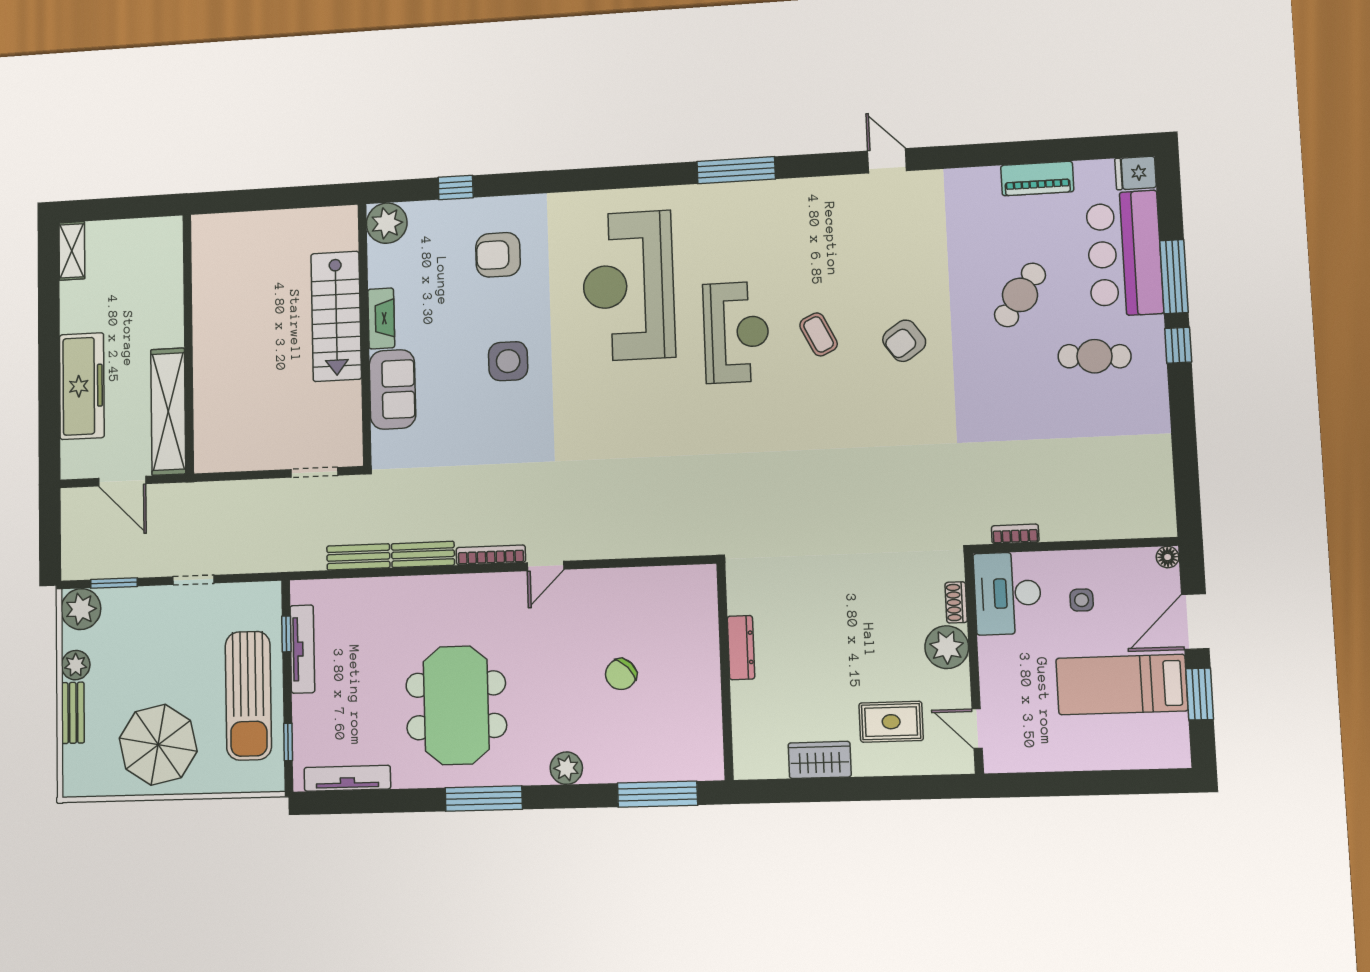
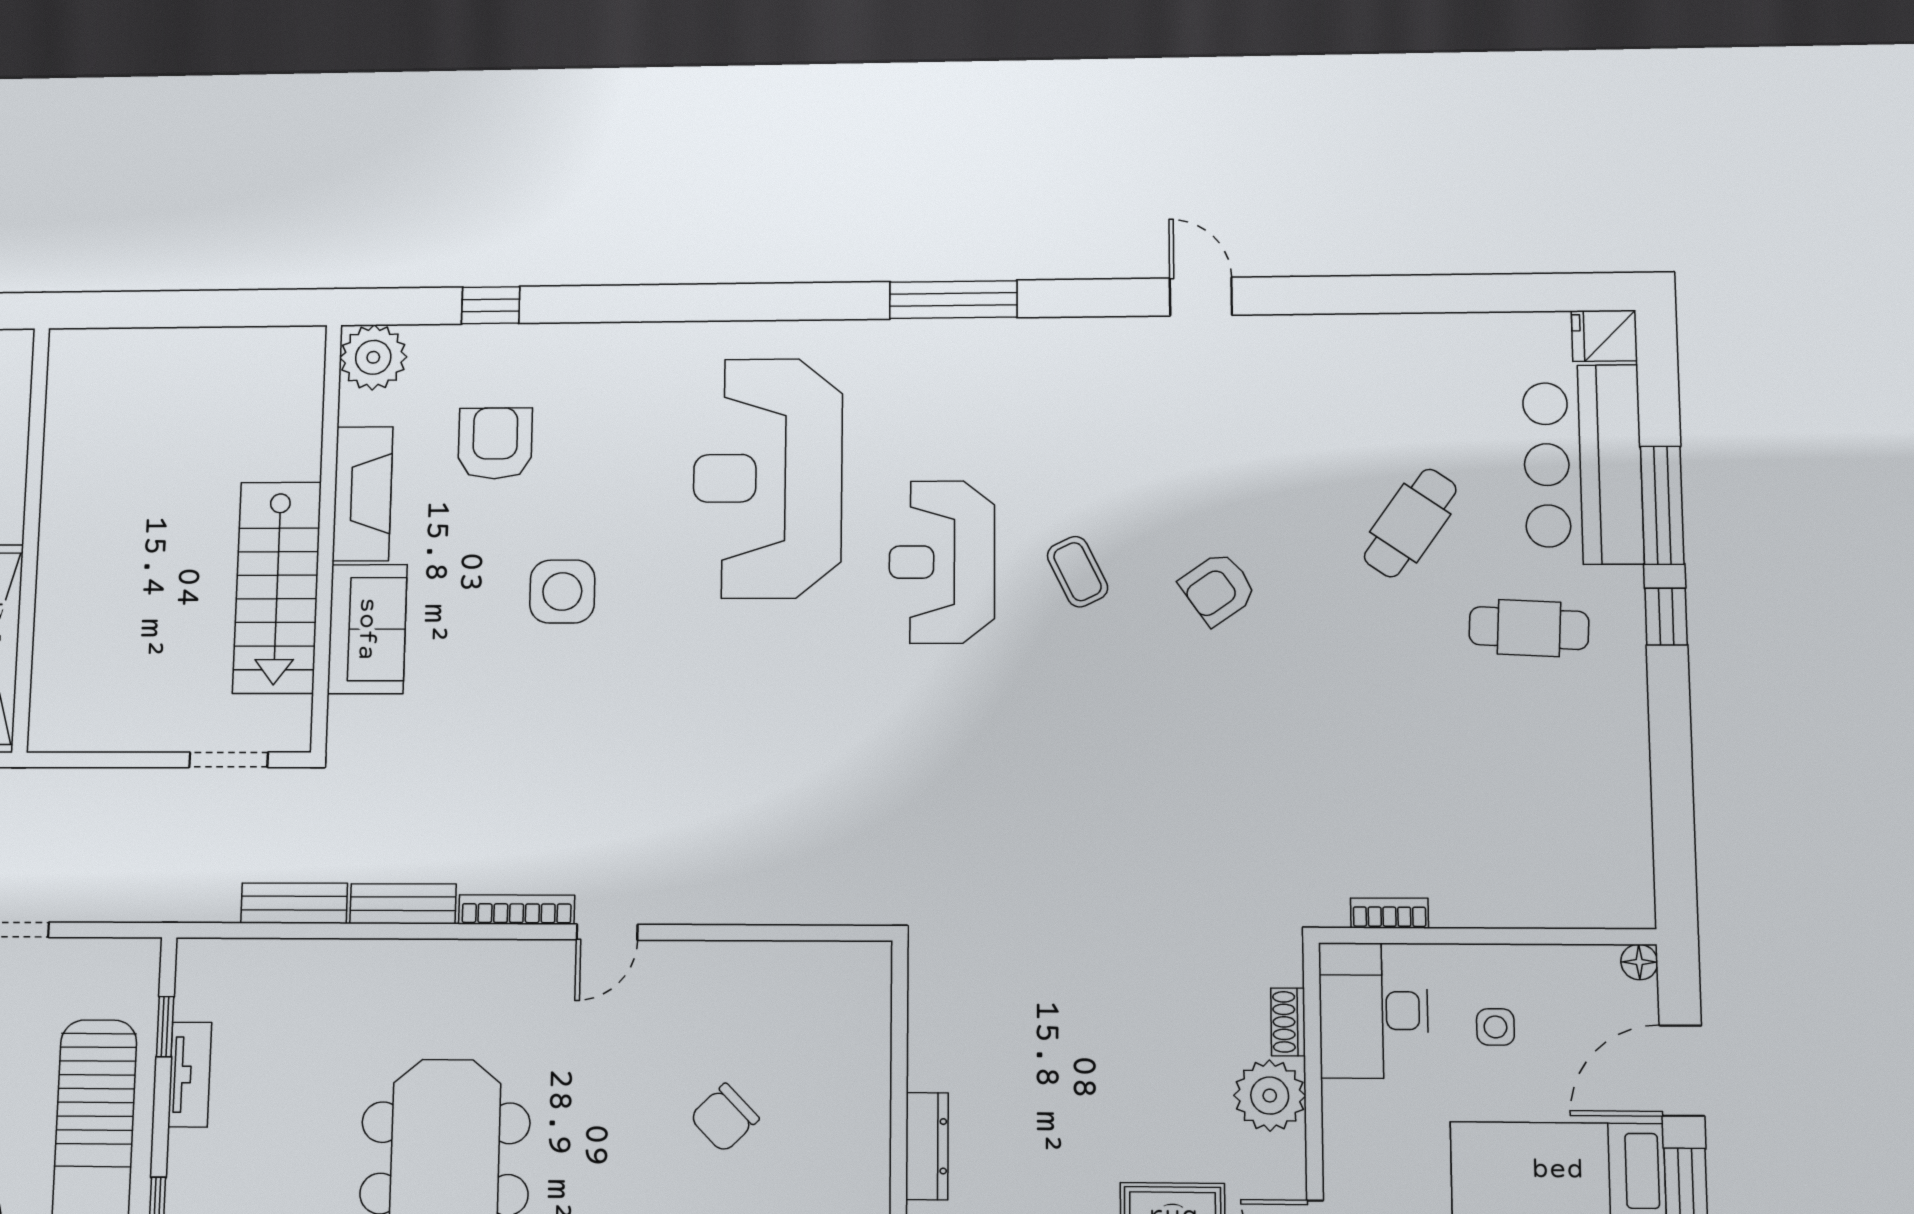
piano: (1037, 178) -> (1444, 337), removed
armchair: (498, 255) -> (495, 443), moved, turned 90
stairs: (336, 316) -> (277, 587), moved
fireplace: (381, 318) -> (363, 494), width x1.37, depth x1.32
reception desk: (736, 332) -> (942, 562), turned 180
dresser: (741, 648) -> (927, 1146), moved
tv unit: (302, 649) -> (190, 1075), width x0.71

